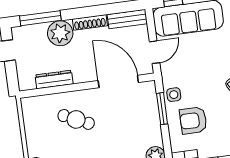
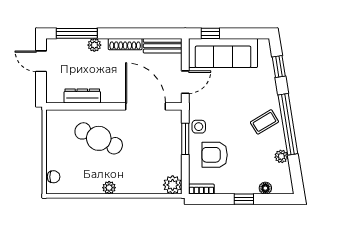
plant: (60, 33) -> (94, 45), width x0.53, depth x0.53
cafe table: (76, 119) -> (99, 138), width x1.37, depth x1.35

